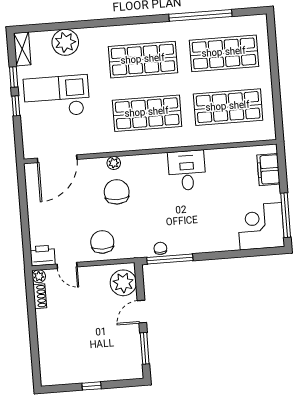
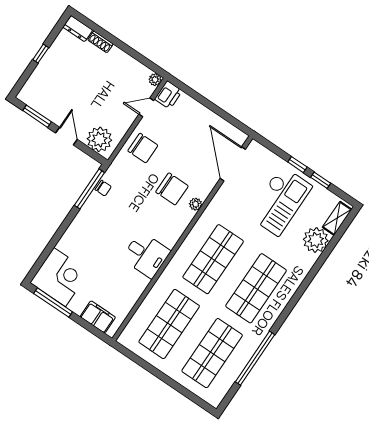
shelving: (22, 49) -> (337, 218), moved, turned 90
shoe rack: (40, 296) -> (100, 42), moved
dresser: (47, 372) -> (78, 29), added

